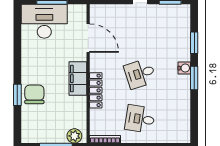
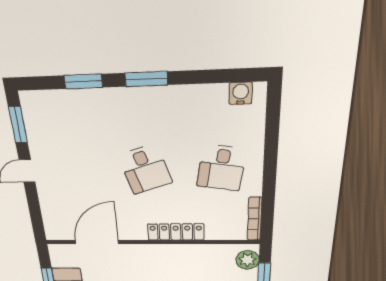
water cooler: (184, 68) -> (241, 93), moved
filing cabinet: (78, 79) -> (159, 255), removed

